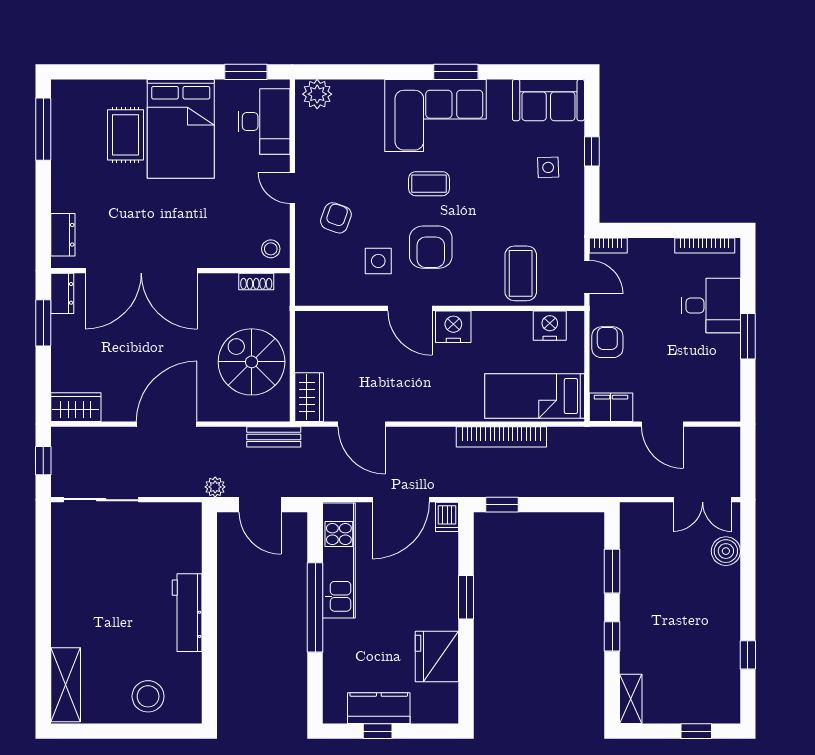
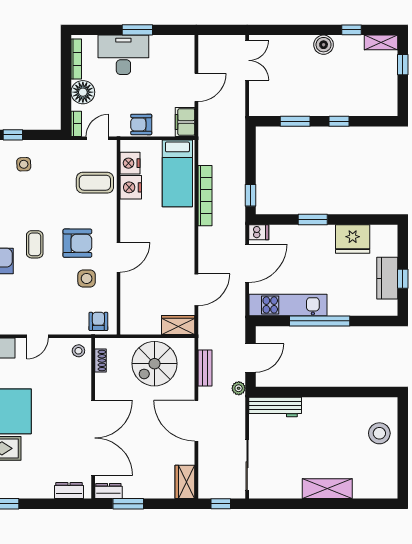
armchair: (336, 218) -> (98, 321), moved, turned 70
floor lamp: (655, 255) -> (83, 92), added
desk: (711, 306) -> (123, 55), width x1.37
nightstand: (453, 327) -> (131, 187), moved
bench: (274, 437) -> (205, 368), moved
door: (401, 500) -> (247, 263), hinge flipped
boiler: (726, 551) -> (324, 45), moved
workbench: (187, 613) -> (275, 407), moved
shelving: (66, 685) -> (327, 489), moved
shelving: (631, 699) -> (381, 42), moved

